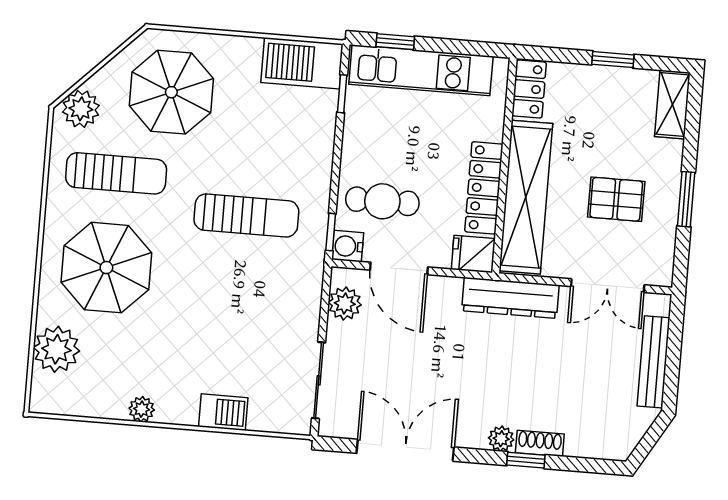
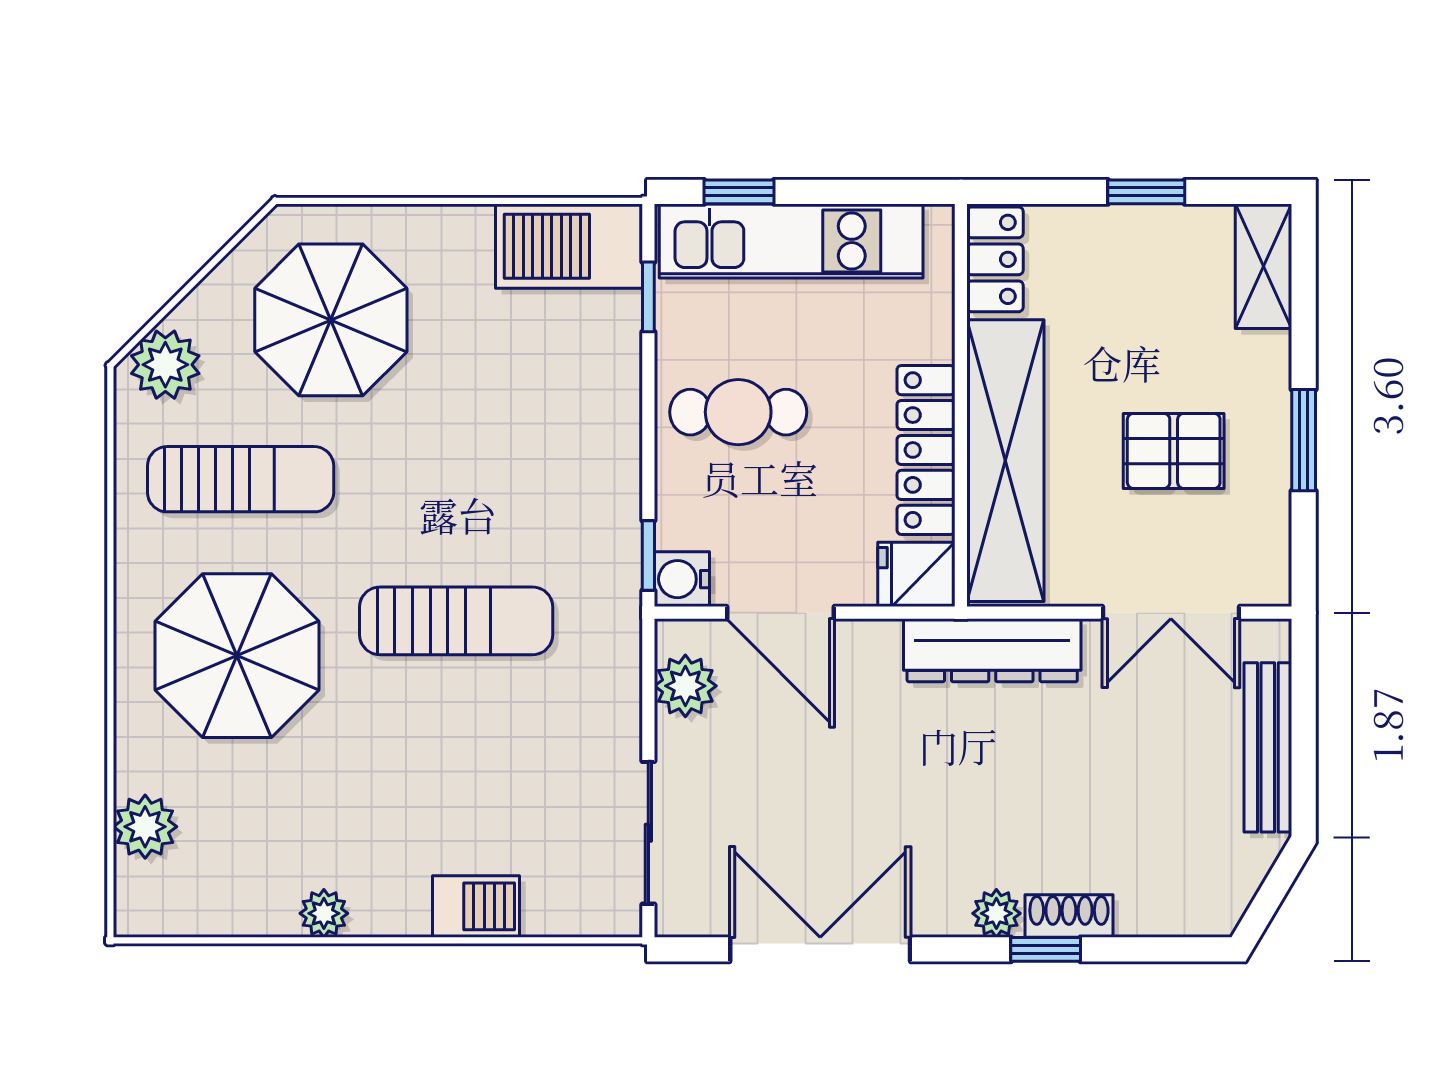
cafe table: (382, 201) -> (738, 412), moved
sun lounger: (246, 215) -> (456, 621), moved
plant: (56, 349) -> (145, 827), width x0.73, depth x0.73

